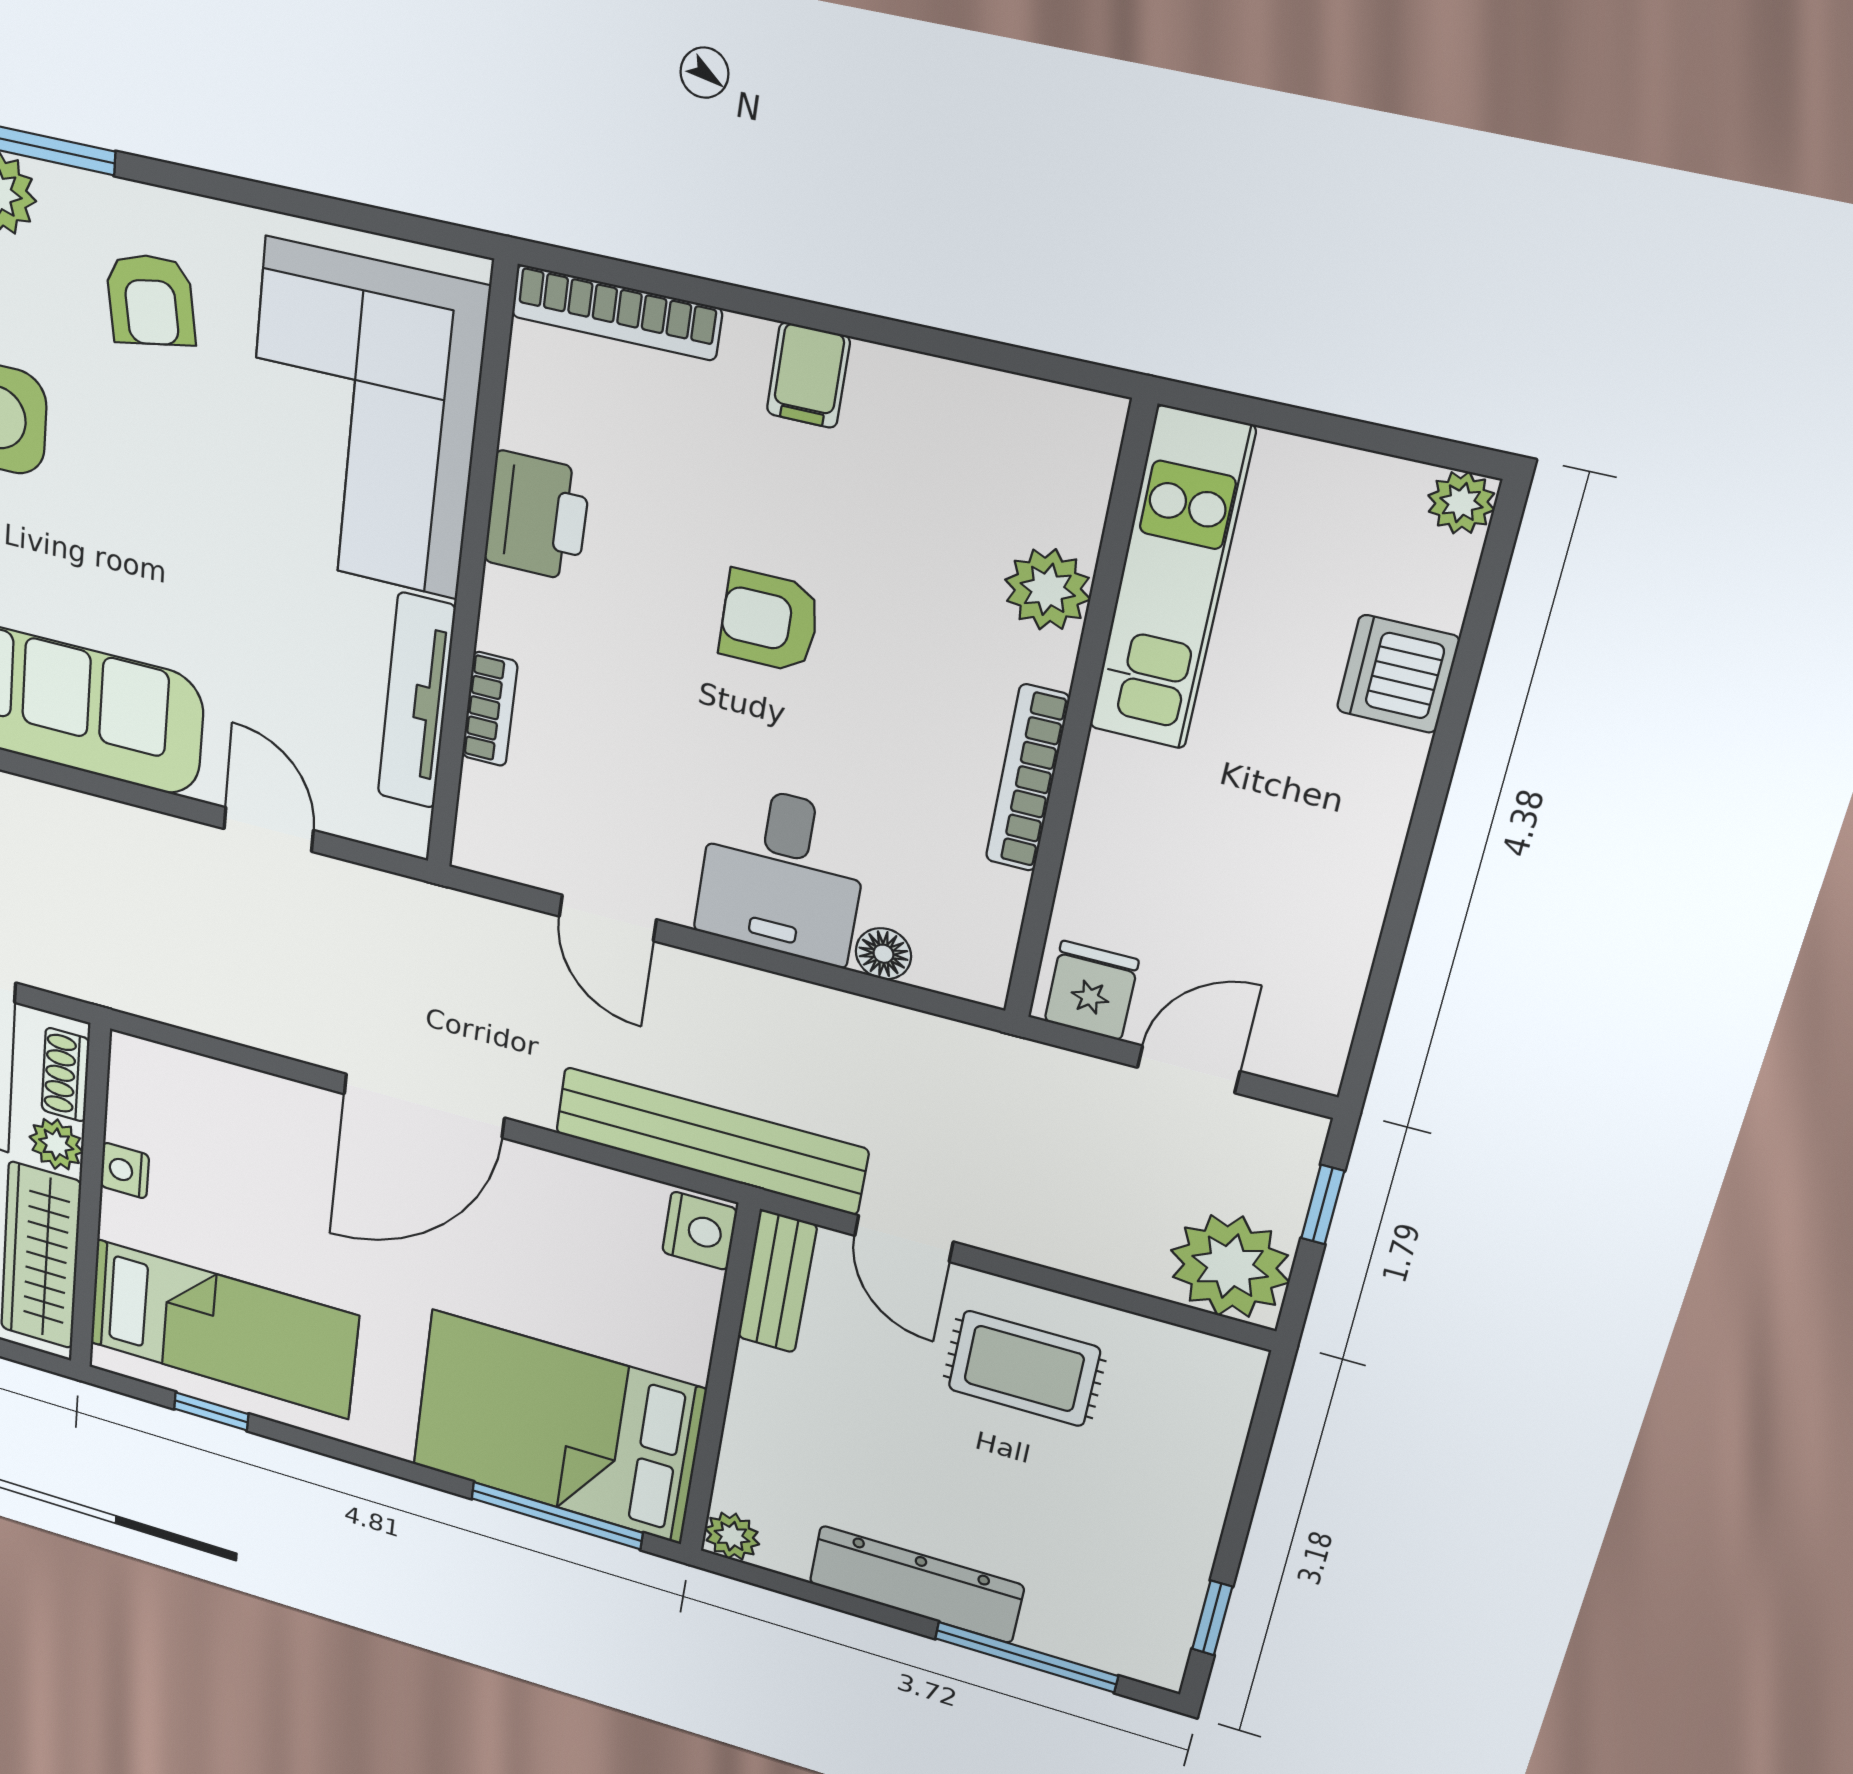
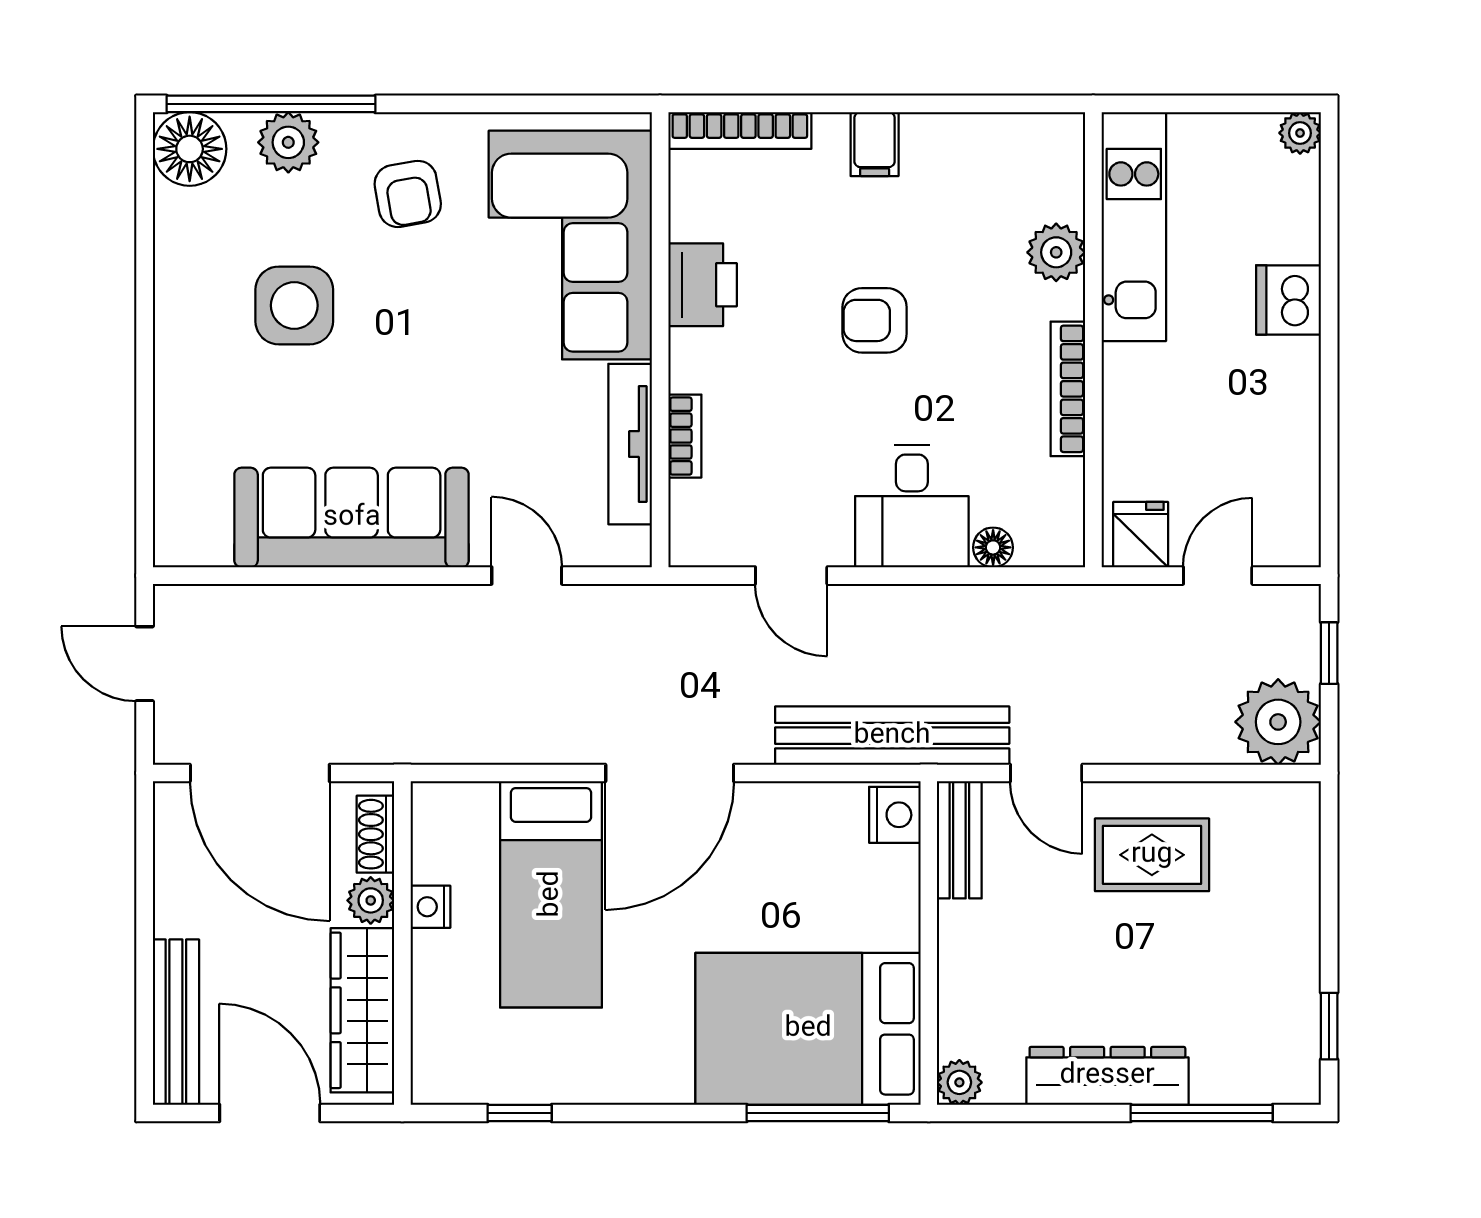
dishwasher: (1398, 674) -> (1288, 300), moved
bed: (223, 1329) -> (551, 894), moved, turned 90

